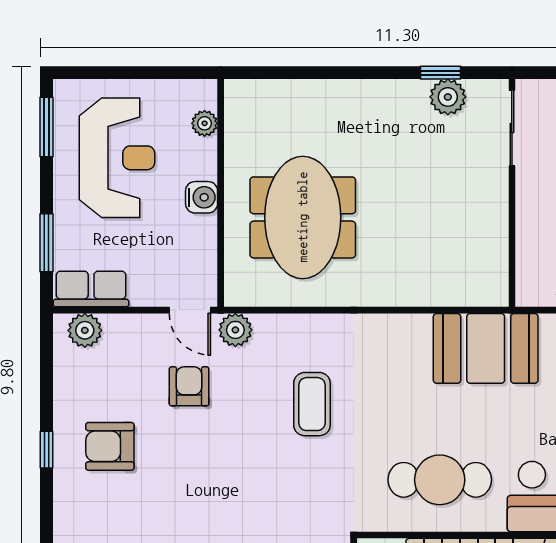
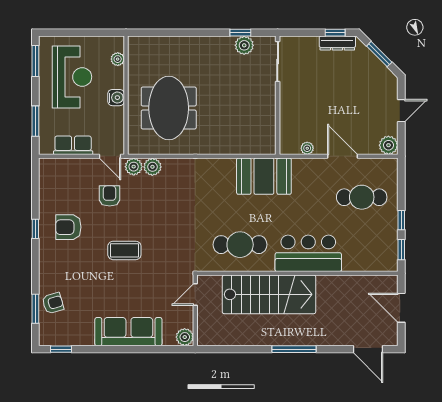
row of seats: (91, 289) -> (73, 145), moved
plant: (85, 330) -> (152, 167), moved
coffee table: (312, 404) -> (124, 250), moved, turned 90

